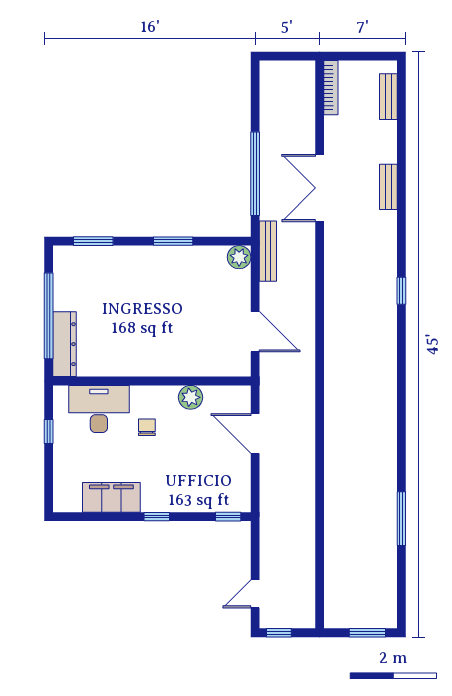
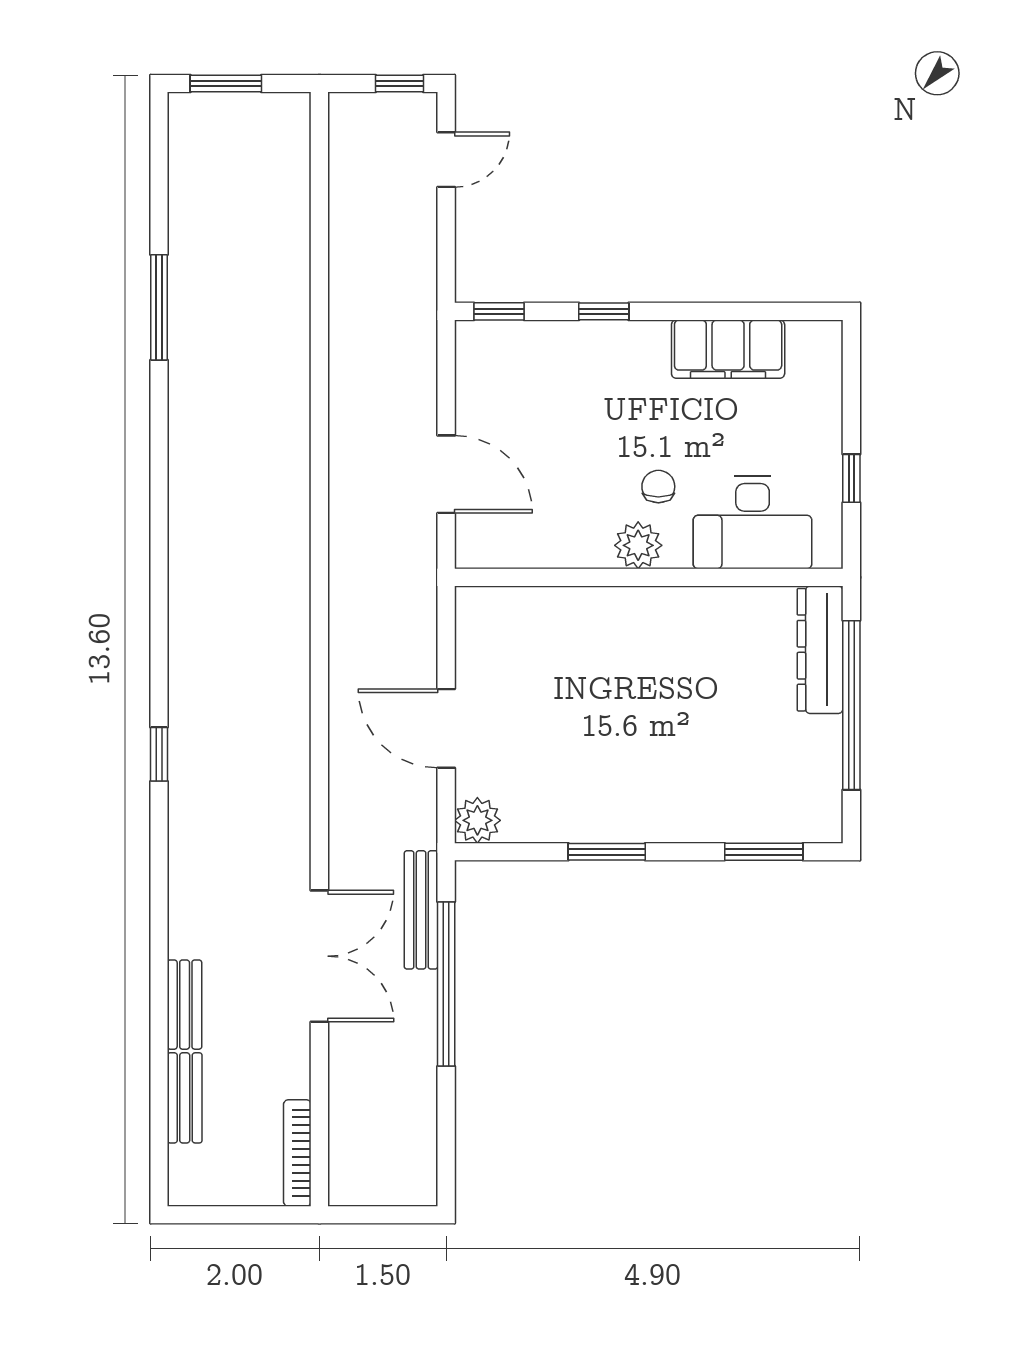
bench: (388, 97) -> (185, 1098), moved
bench: (388, 187) -> (185, 1005), moved
bench: (268, 251) -> (421, 910), moved
door: (255, 332) -> (446, 728), moved
plant: (191, 397) -> (638, 545), moved
chair: (147, 427) -> (658, 487), turned 180
window: (157, 517) -> (604, 311), moved

